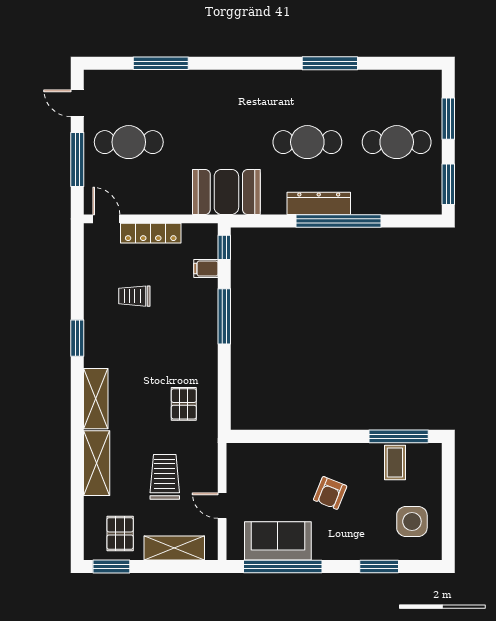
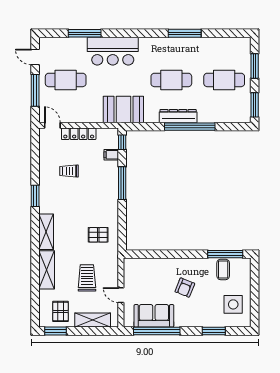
bar counter: (208, 93) -> (113, 51), added
pallet: (184, 404) -> (98, 235), turned 90

